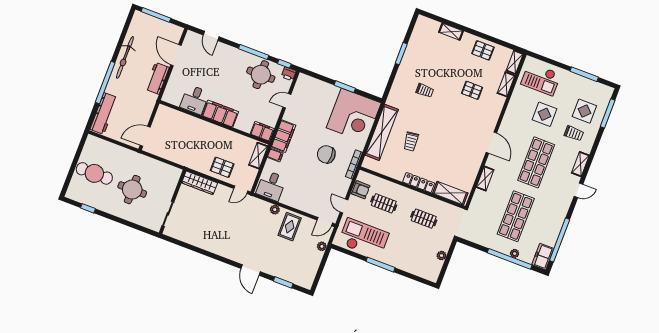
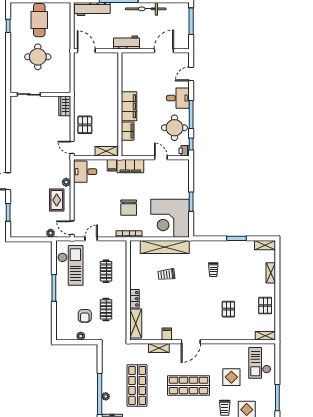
workbench: (157, 78) -> (127, 42), moved
shelving: (506, 84) -> (265, 245), moved
desk: (195, 100) -> (178, 98), moved, turned 180
filing cabinet: (262, 131) -> (128, 131), moved
chair: (326, 154) -> (129, 208), turned 180
filing cabinet: (474, 165) -> (167, 334), added
wardrobe: (200, 183) -> (65, 106), width x0.67
locker: (419, 183) -> (134, 299), width x0.66
armchair: (361, 190) -> (85, 316), moved
shop shelf: (516, 216) -> (137, 385), turned 90
rug: (290, 227) -> (57, 200), turned 90

